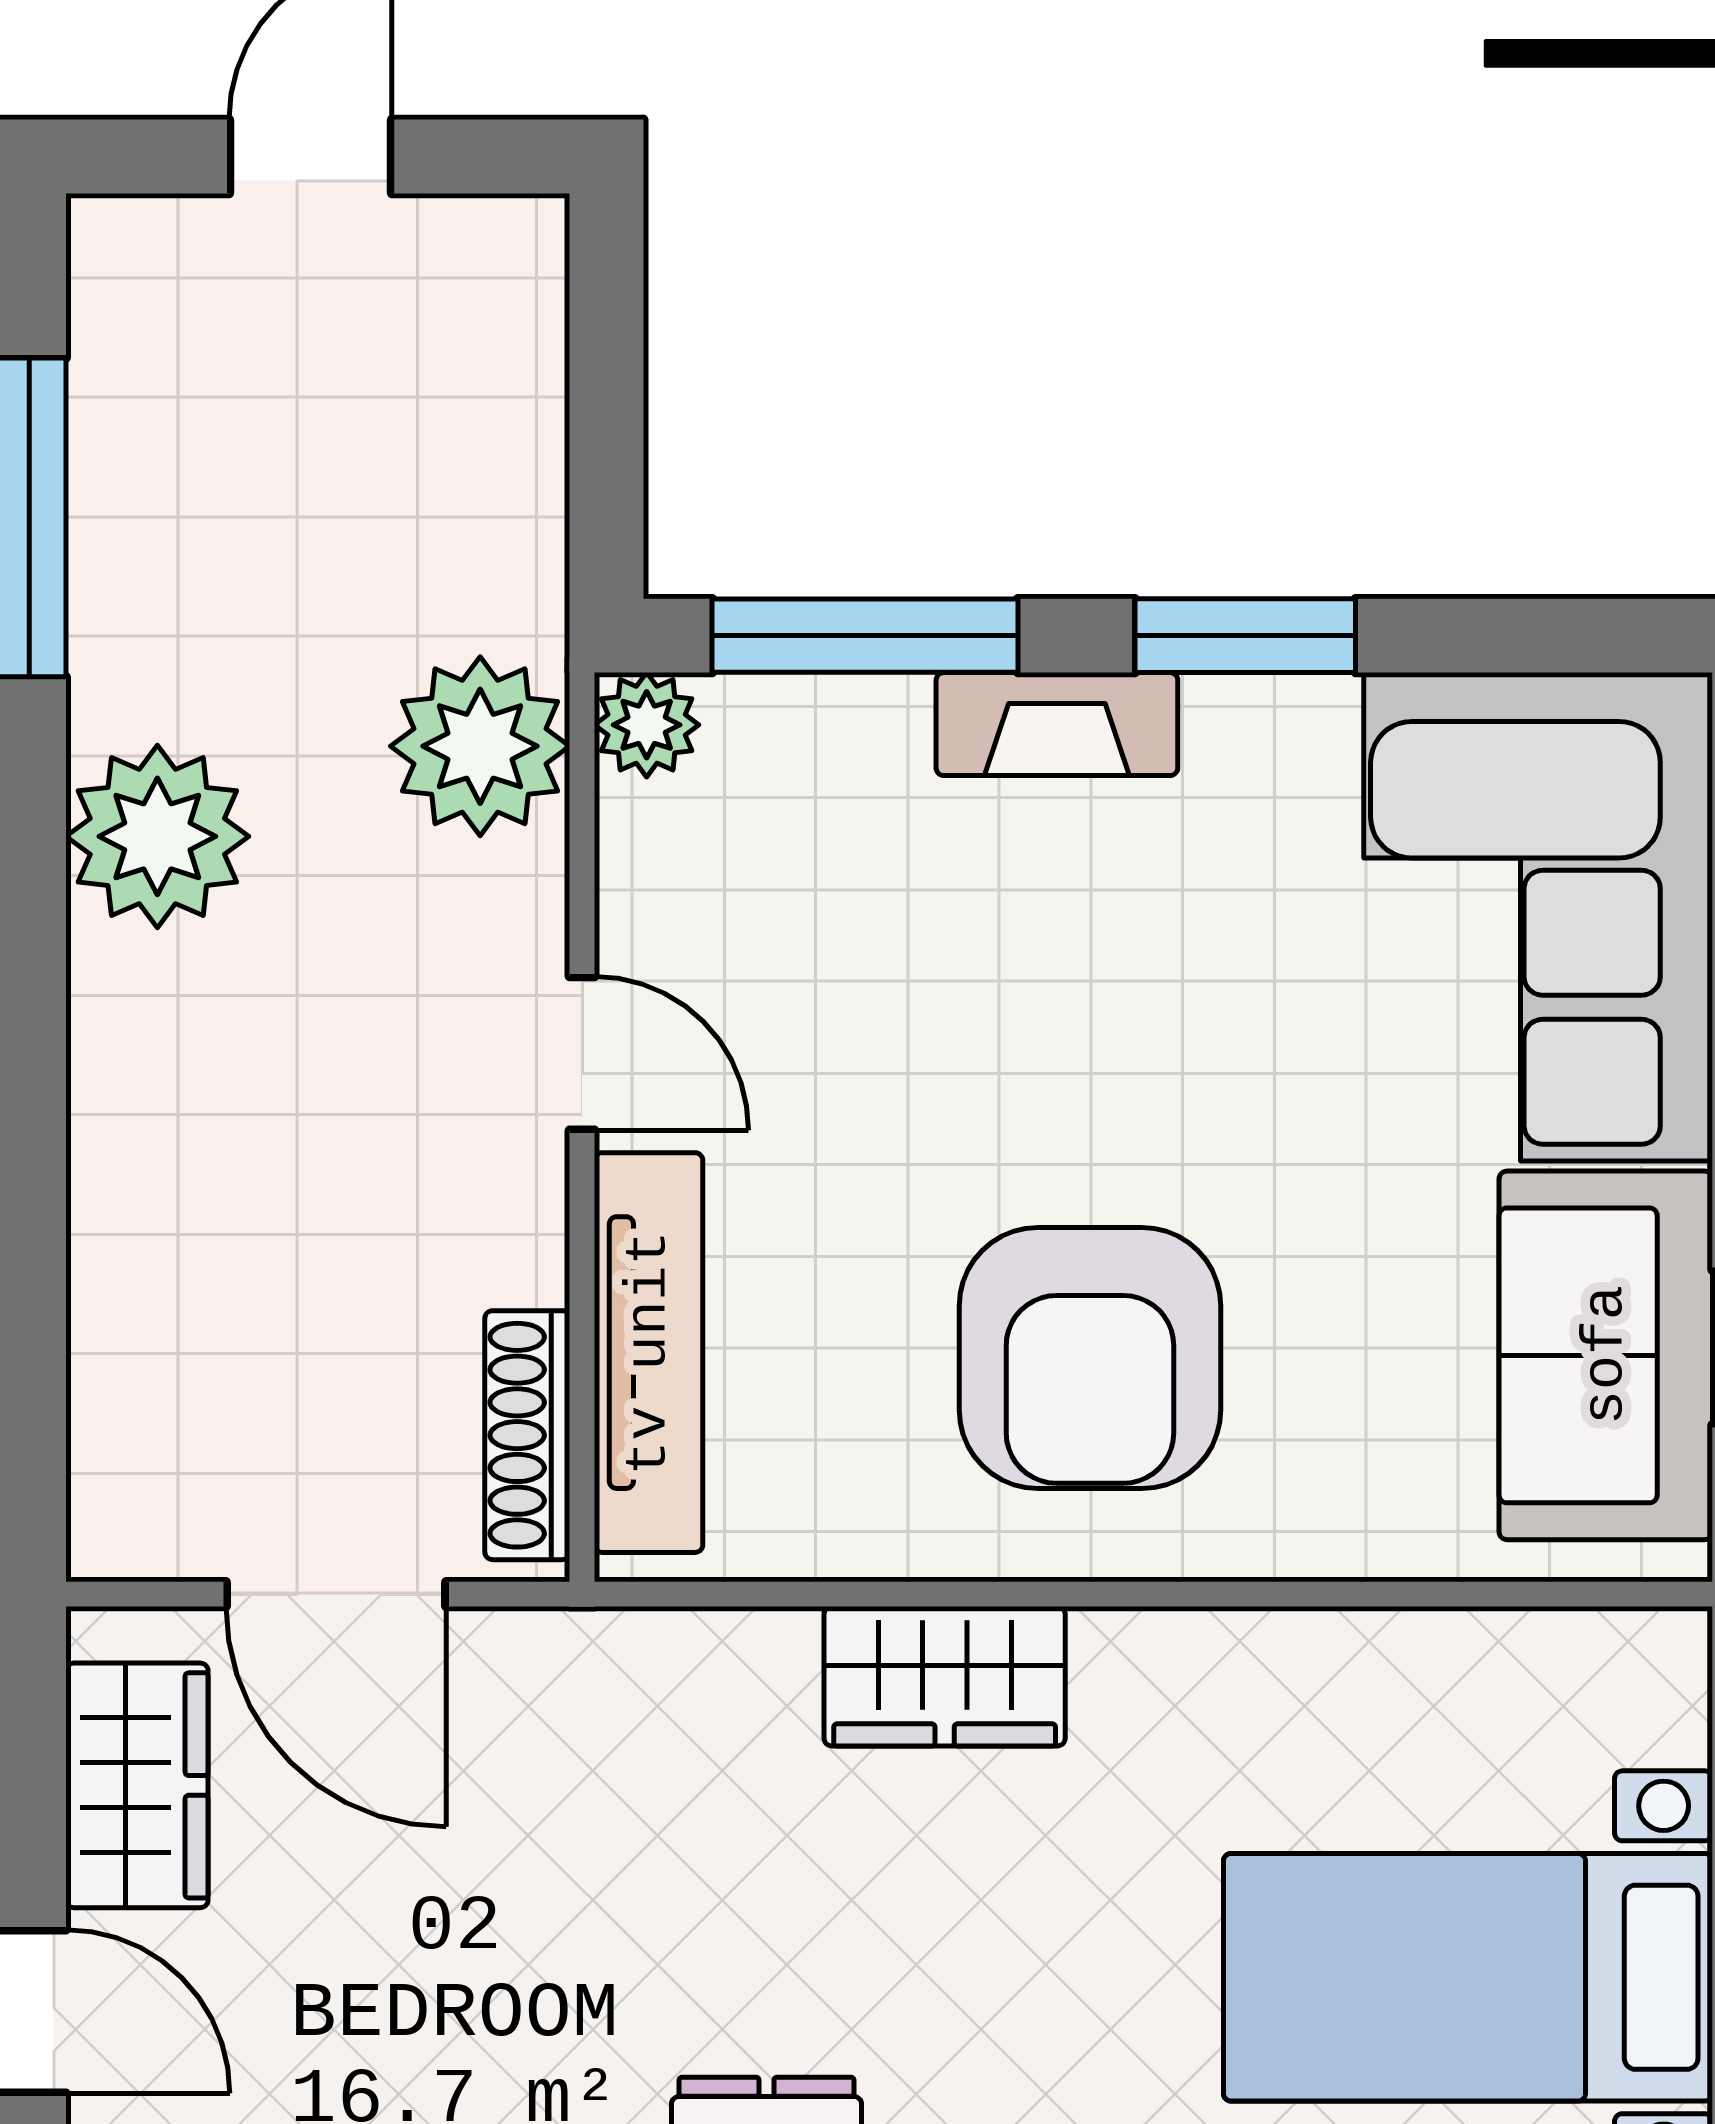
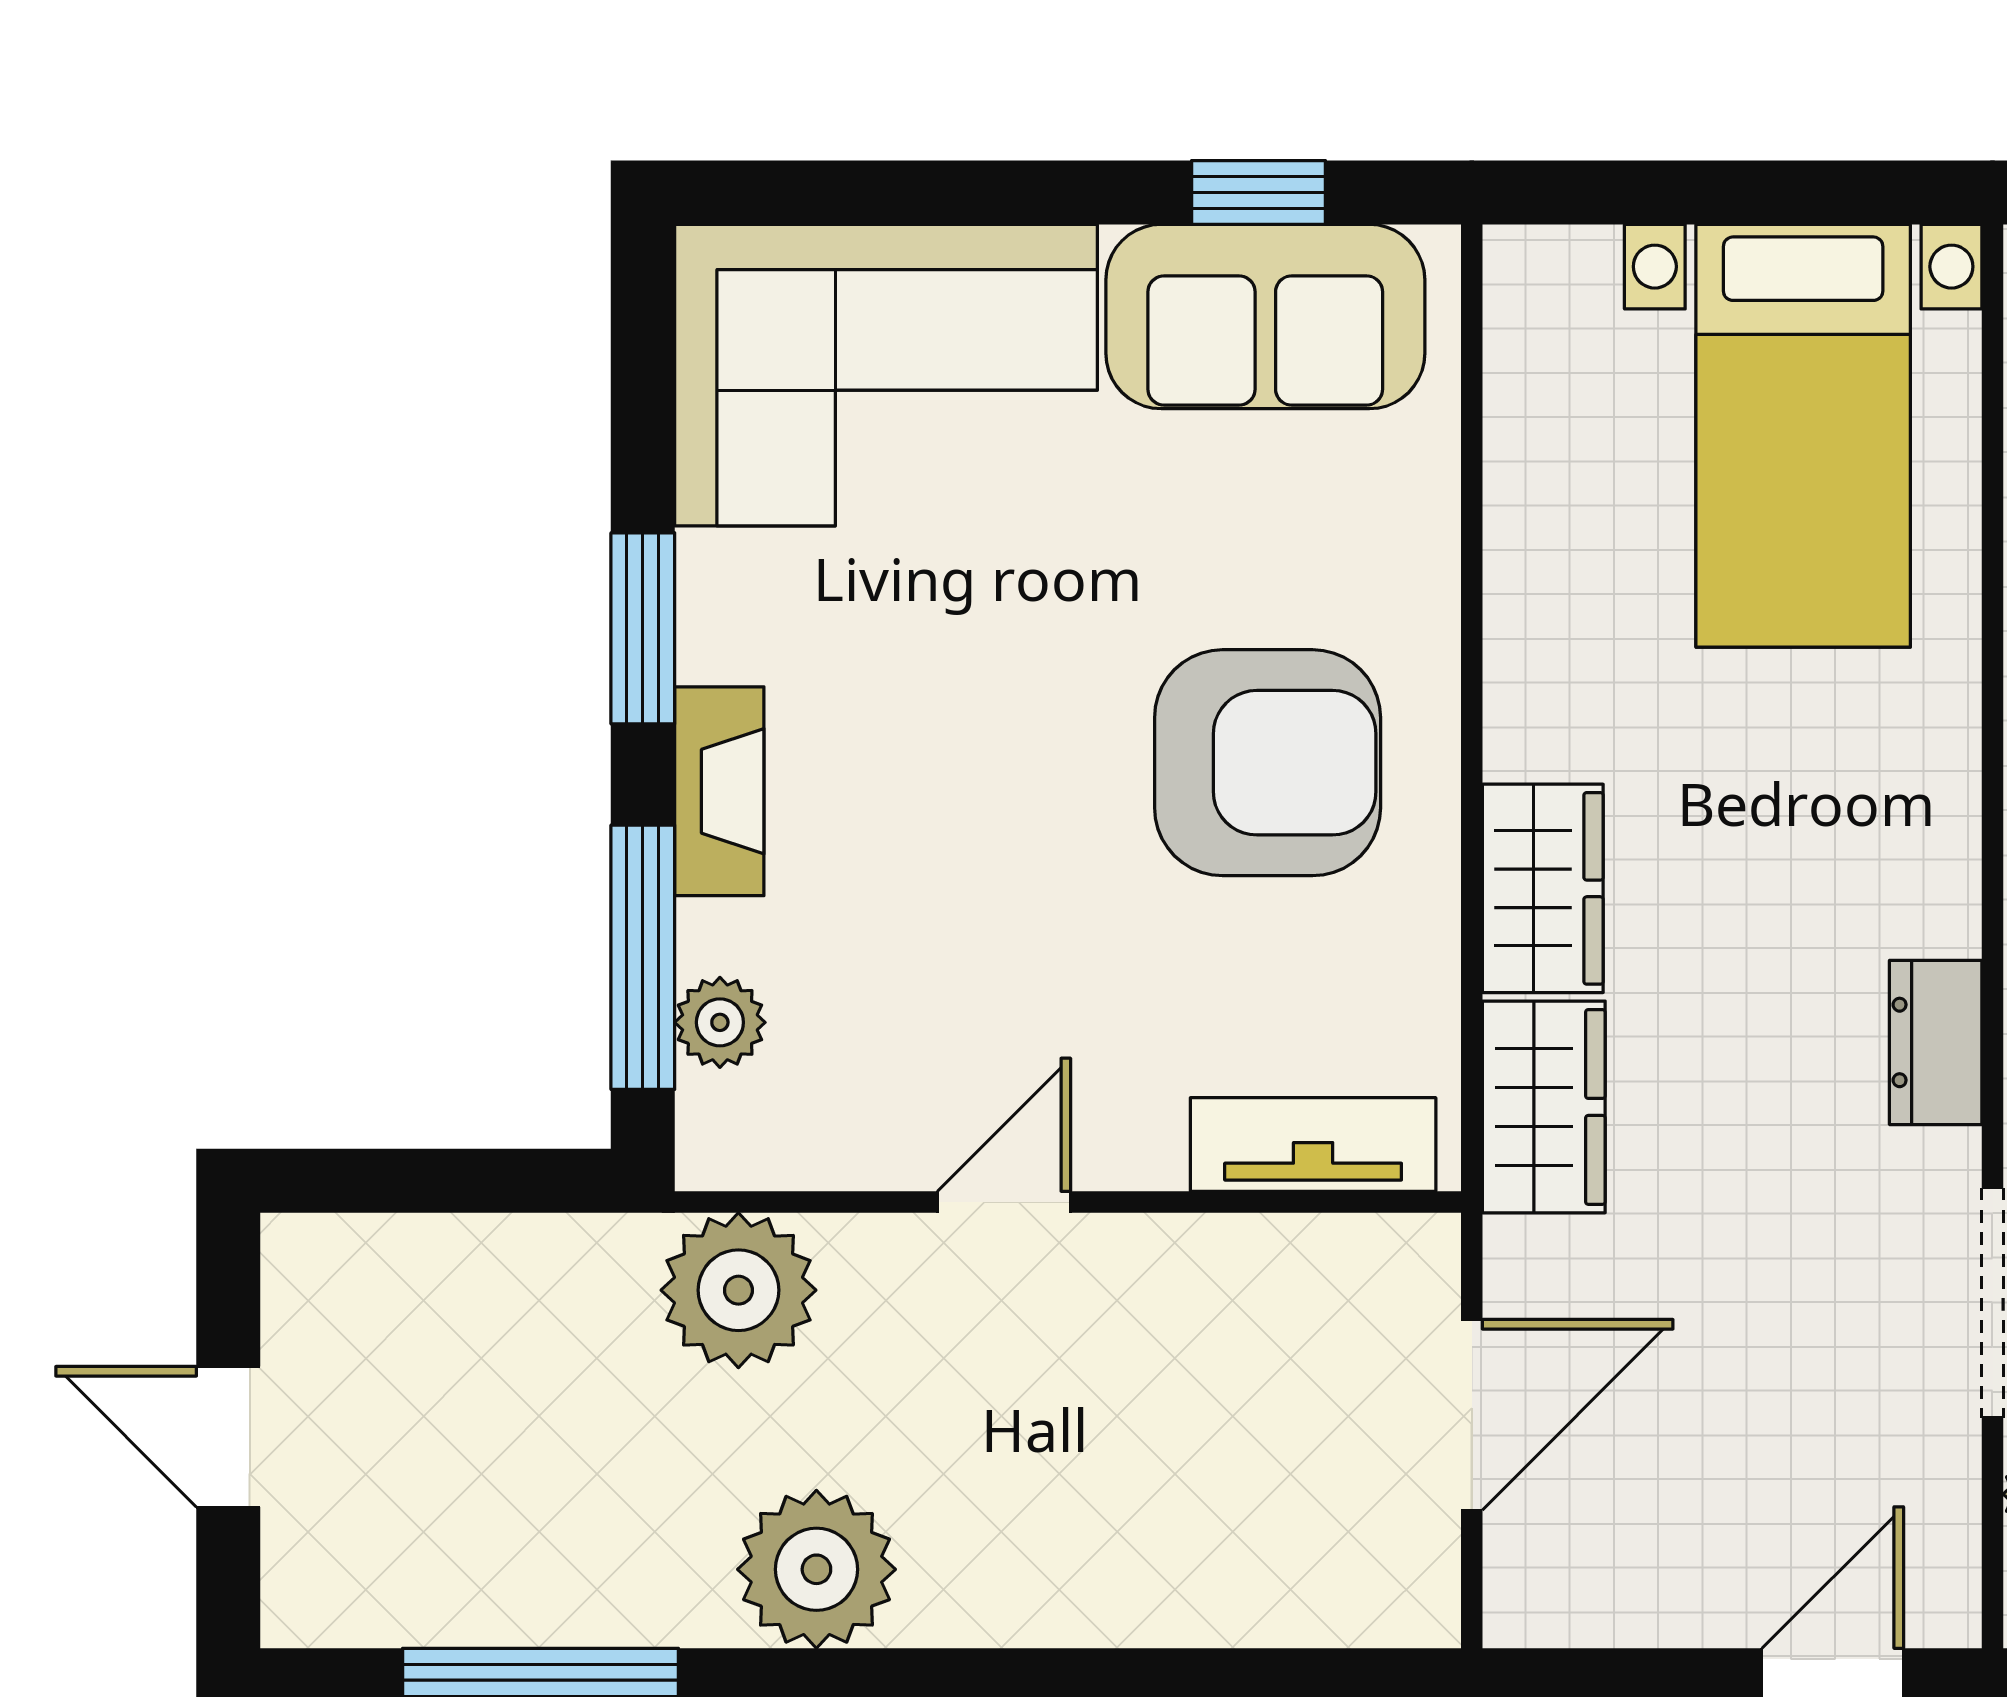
plant: (647, 725) -> (720, 1022), moved
tv unit: (649, 1353) -> (1313, 1144), width x0.71
shoe rack: (527, 1435) -> (1334, 1249), removed
wardrobe: (137, 1785) -> (1544, 1107), moved, turned 90

